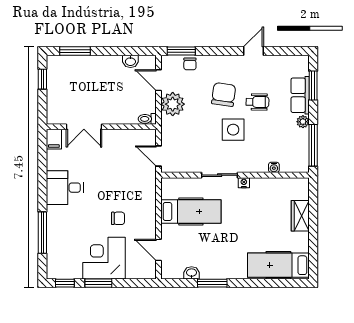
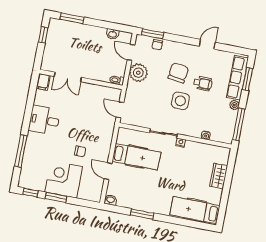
row of seats: (300, 95) -> (237, 78), width x1.48
door: (158, 250) -> (108, 171), moved
washbasin: (192, 273) -> (110, 200), moved

